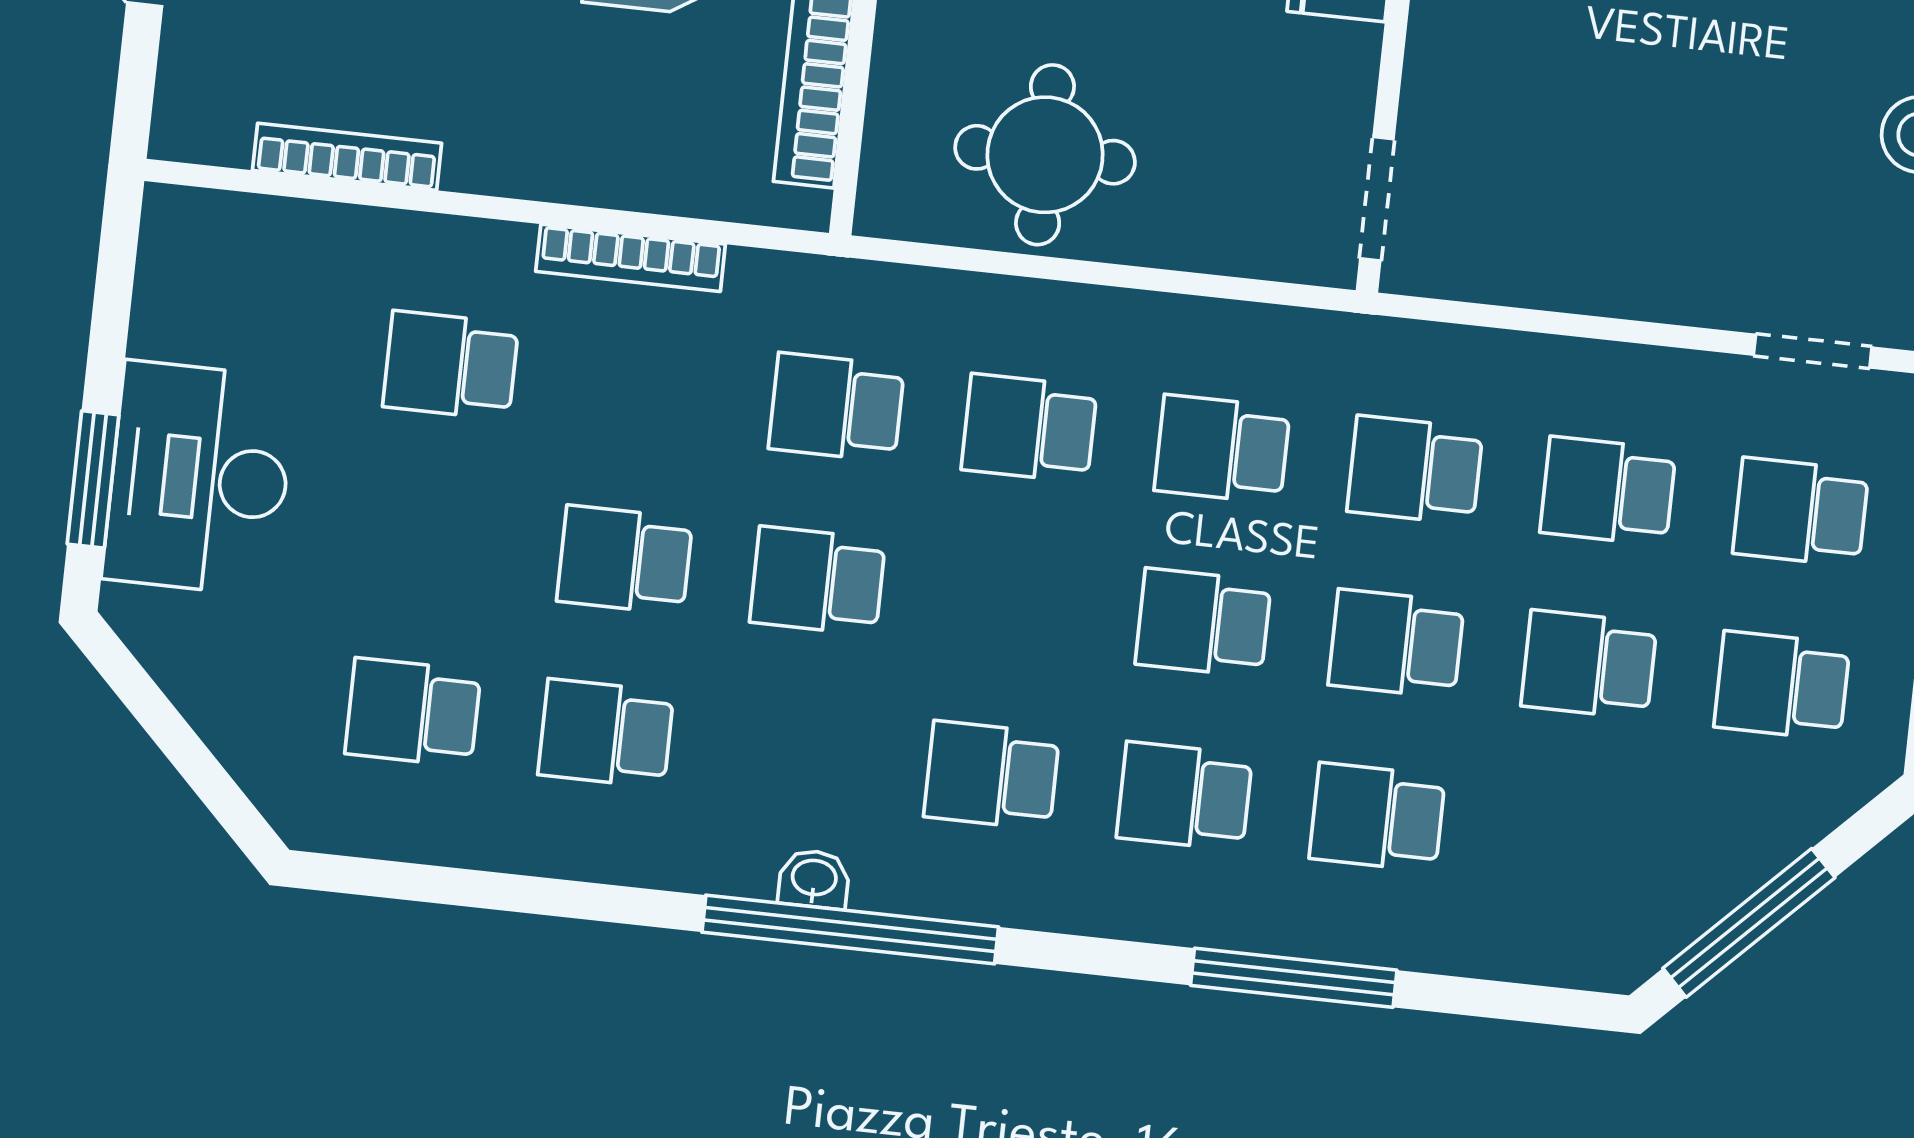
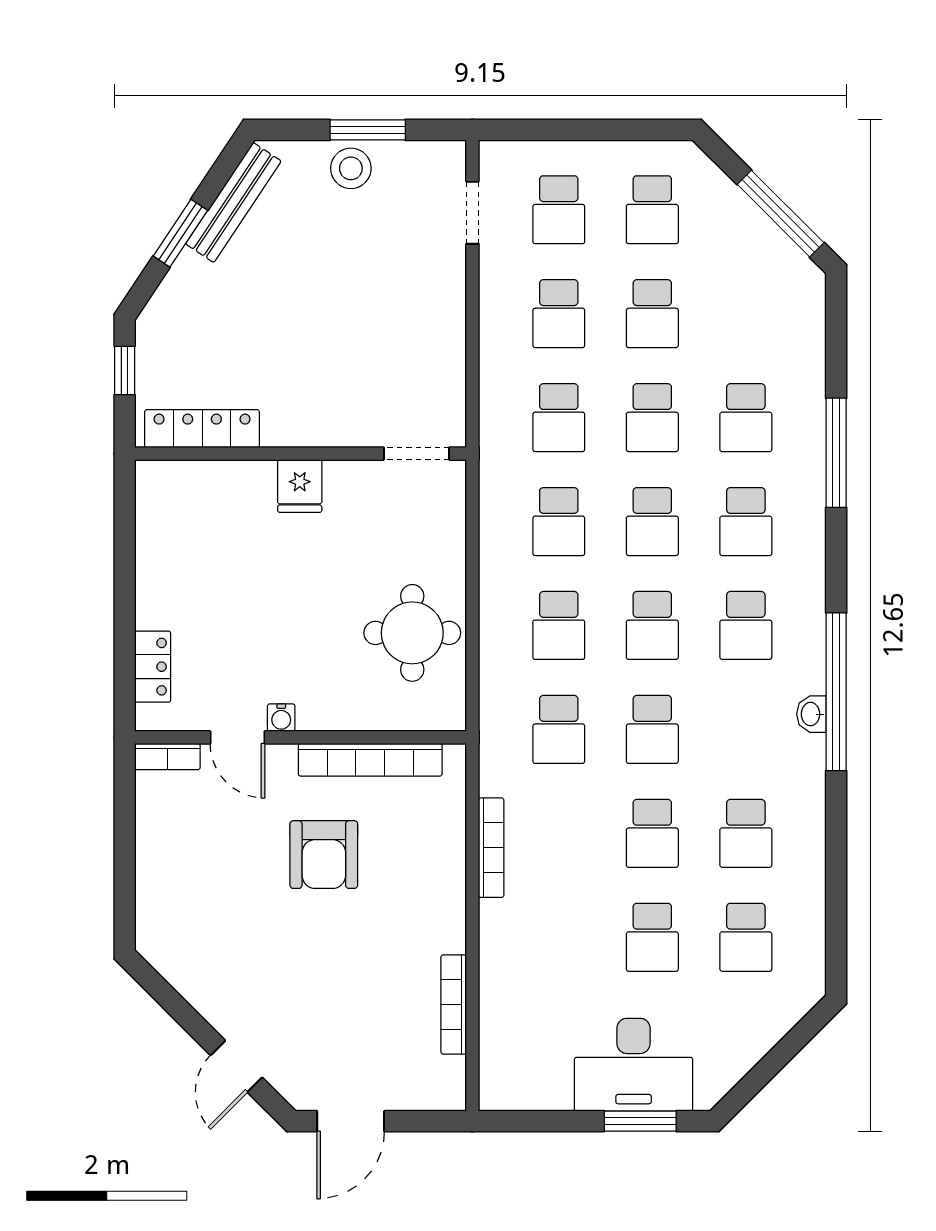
school desk: (451, 365) -> (652, 937), moved
school desk: (1010, 602) -> (652, 625), added

